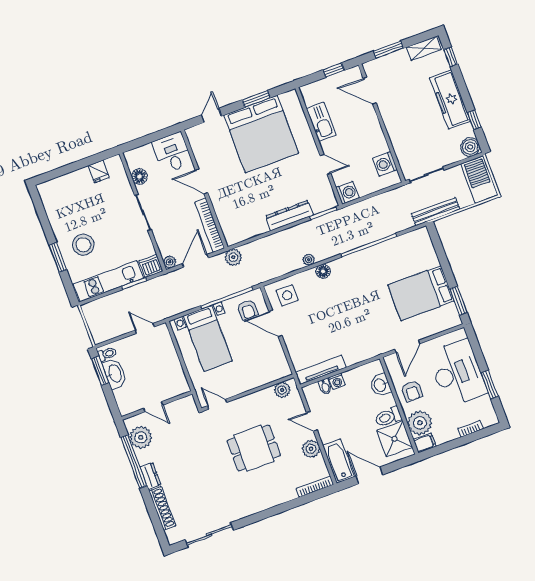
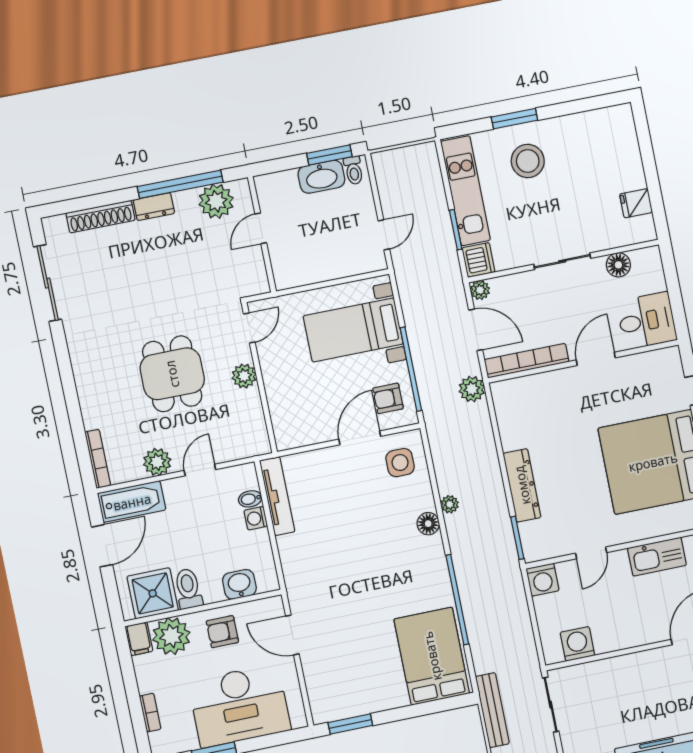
bed: (421, 293) -> (432, 656), moved
plant: (282, 390) -> (244, 376), moved

